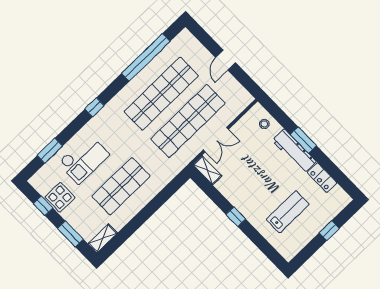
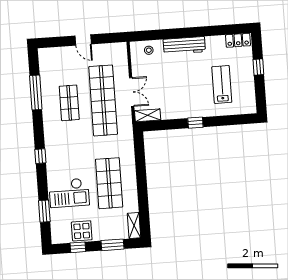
window: (146, 57) -> (36, 93), width x0.68
shop shelf: (161, 94) -> (69, 103), width x0.50, depth x0.74
window: (303, 140) -> (182, 33), removed
checkout: (84, 159) -> (69, 193), turned 90
locker: (322, 178) -> (238, 40), moved

